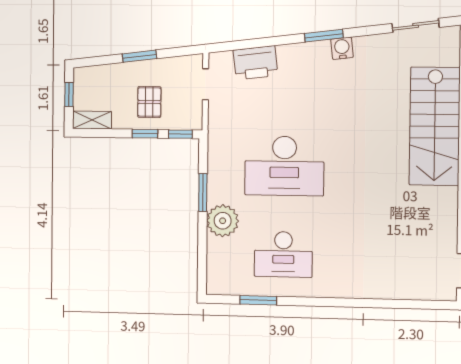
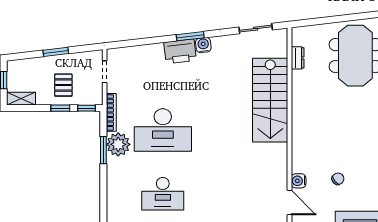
printer: (255, 63) -> (180, 51), moved
bookcase: (214, 141) -> (111, 112), added
plant: (223, 221) -> (118, 144), moved

